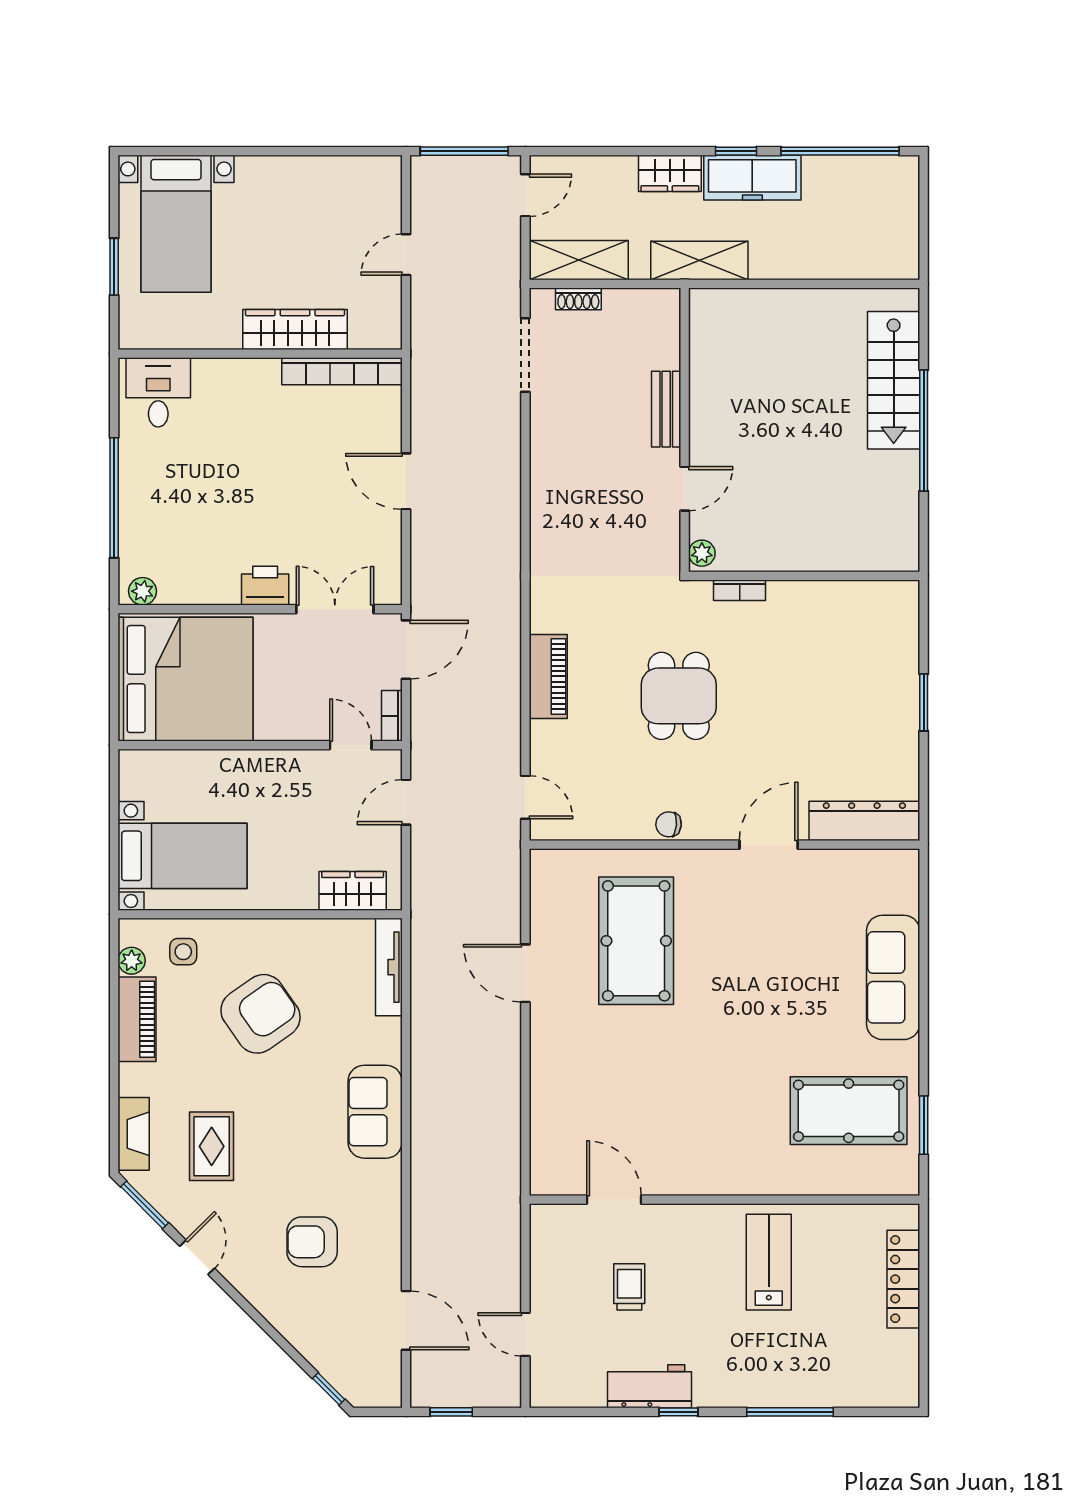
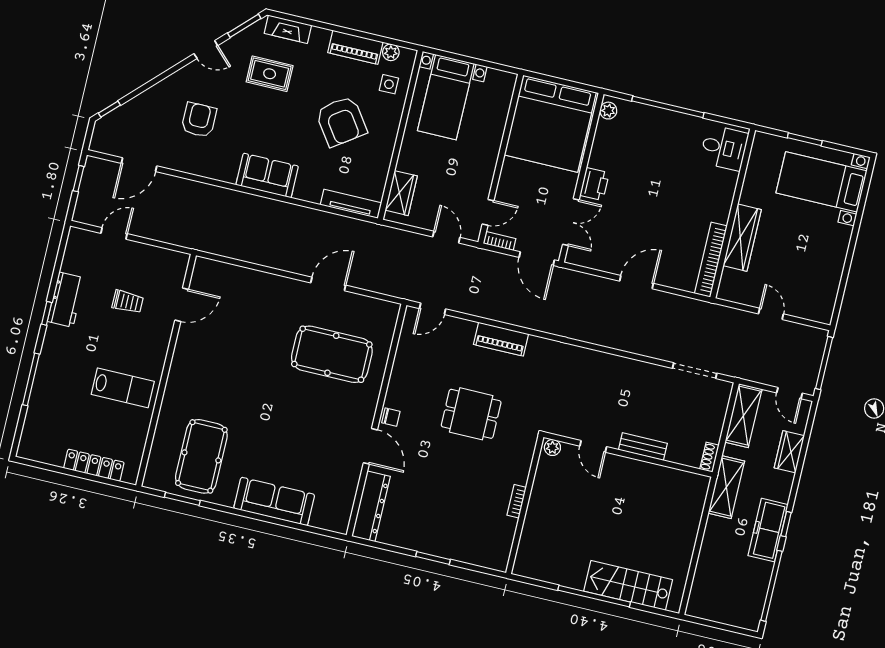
wardrobe: (670, 173) -> (789, 452), moved
shoe rack: (578, 299) -> (709, 457), moved
bookcase: (740, 590) -> (517, 501), moved
chair: (669, 824) -> (391, 417), moved, turned 85

